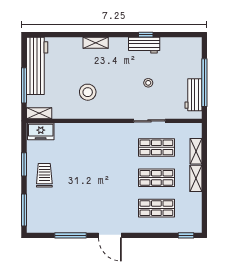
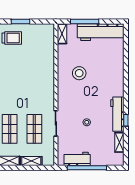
shelving: (96, 43) -> (119, 142), moved
workbench: (144, 45) -> (117, 114), width x1.38
freezer: (41, 131) -> (47, 35), removed

